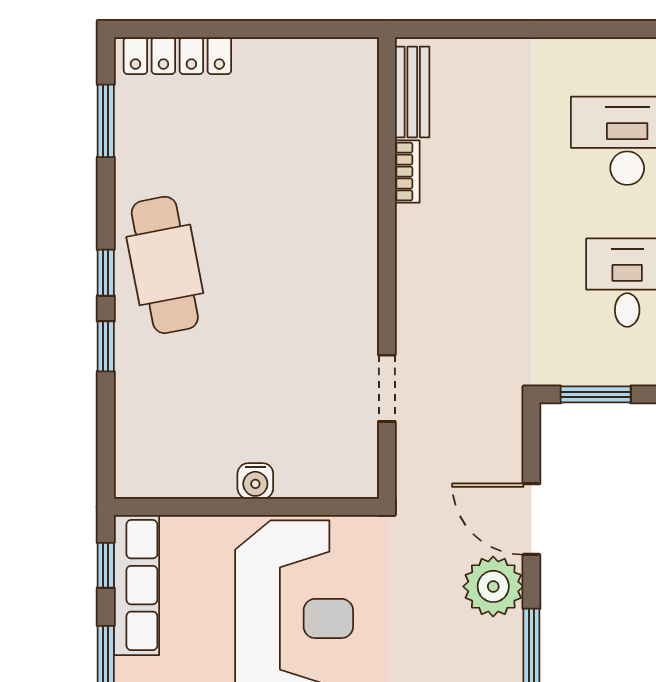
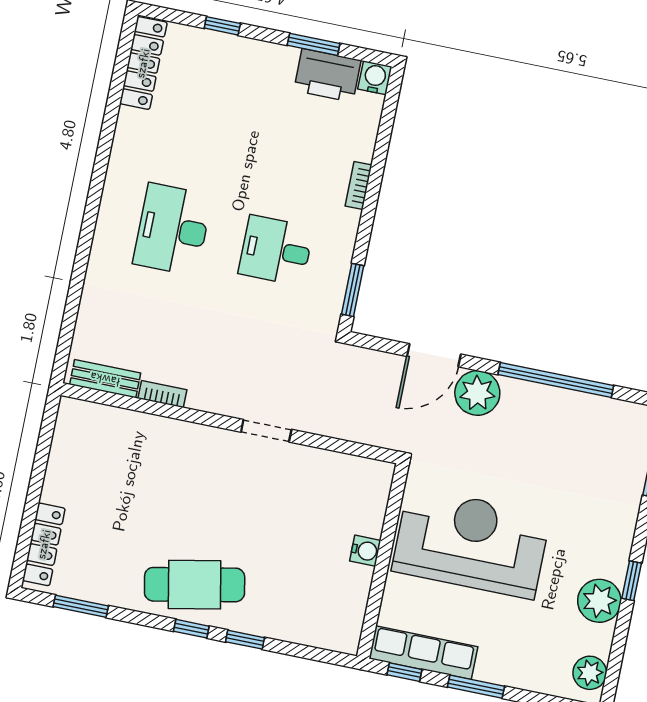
doorway: (387, 388) -> (266, 431), moved

